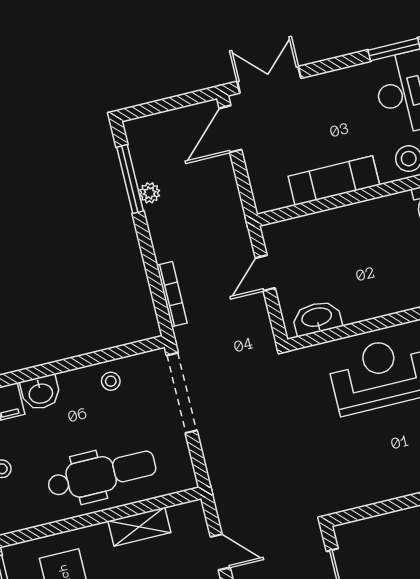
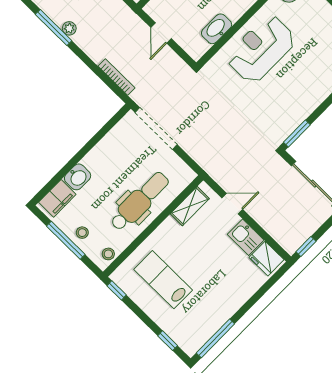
washbasin: (317, 318) -> (217, 29), moved
stool: (111, 381) -> (108, 254), moved
window: (361, 513) -> (297, 134), added
shelving: (139, 527) -> (190, 206), moved

